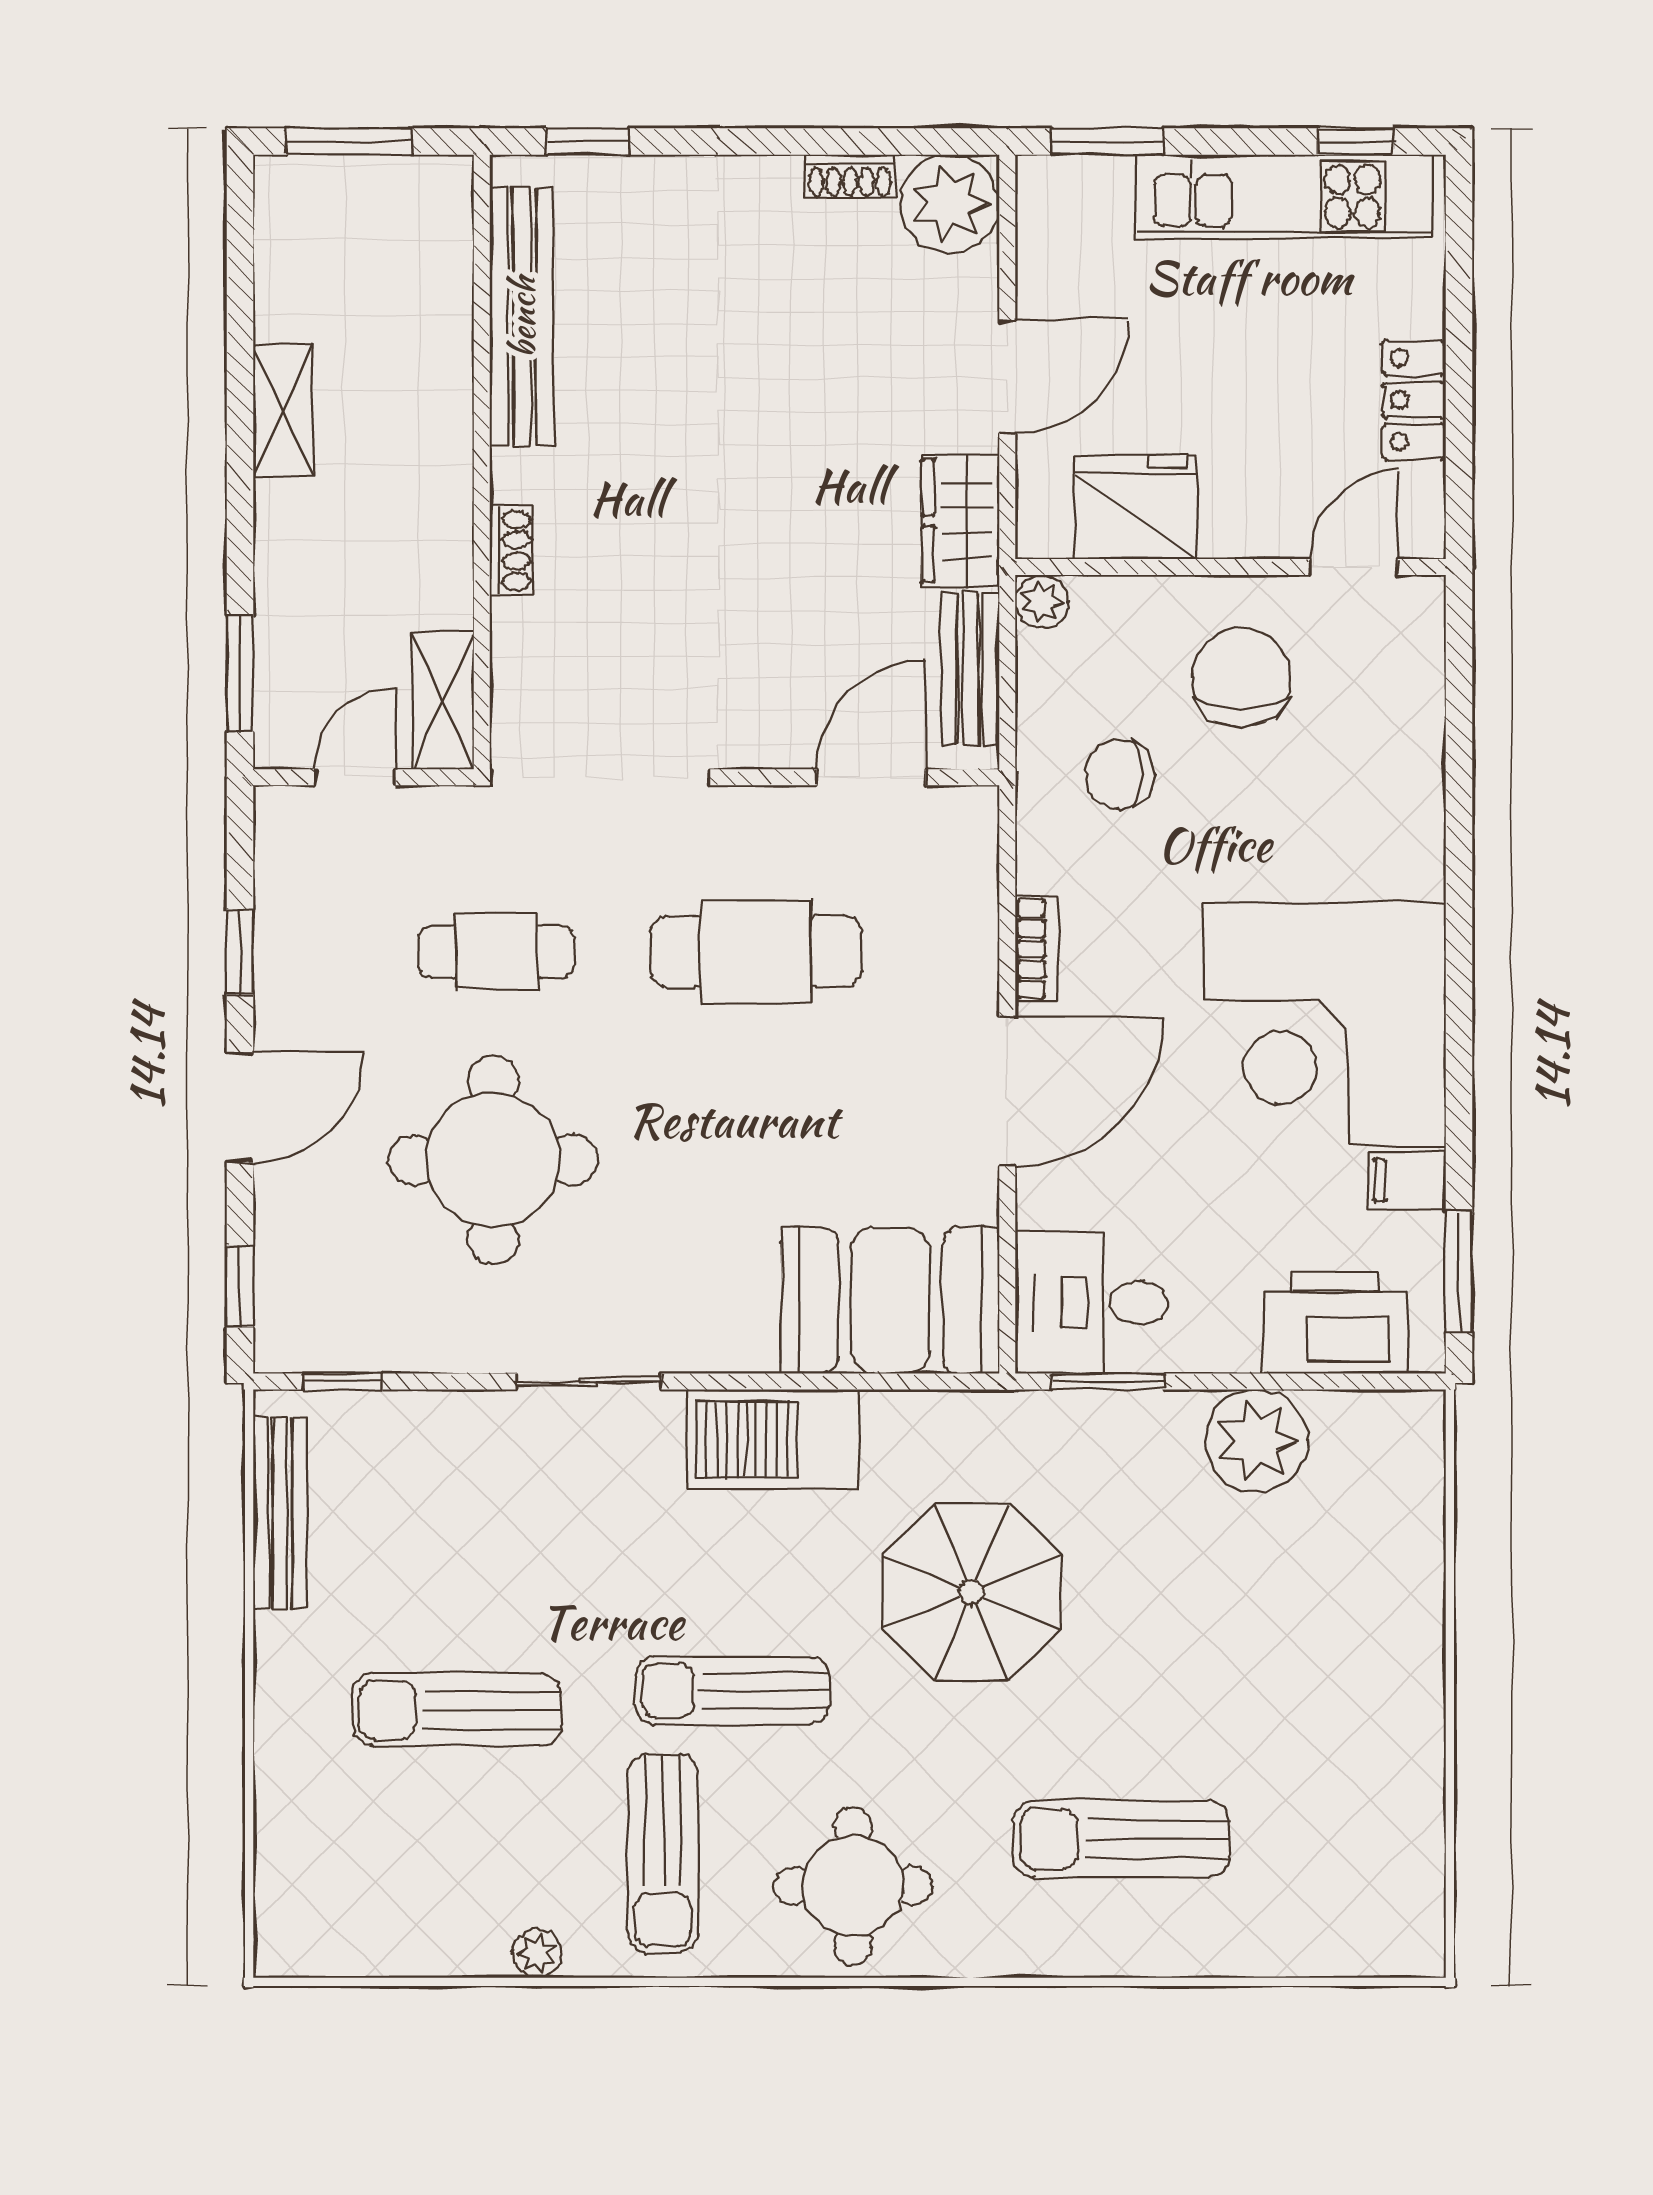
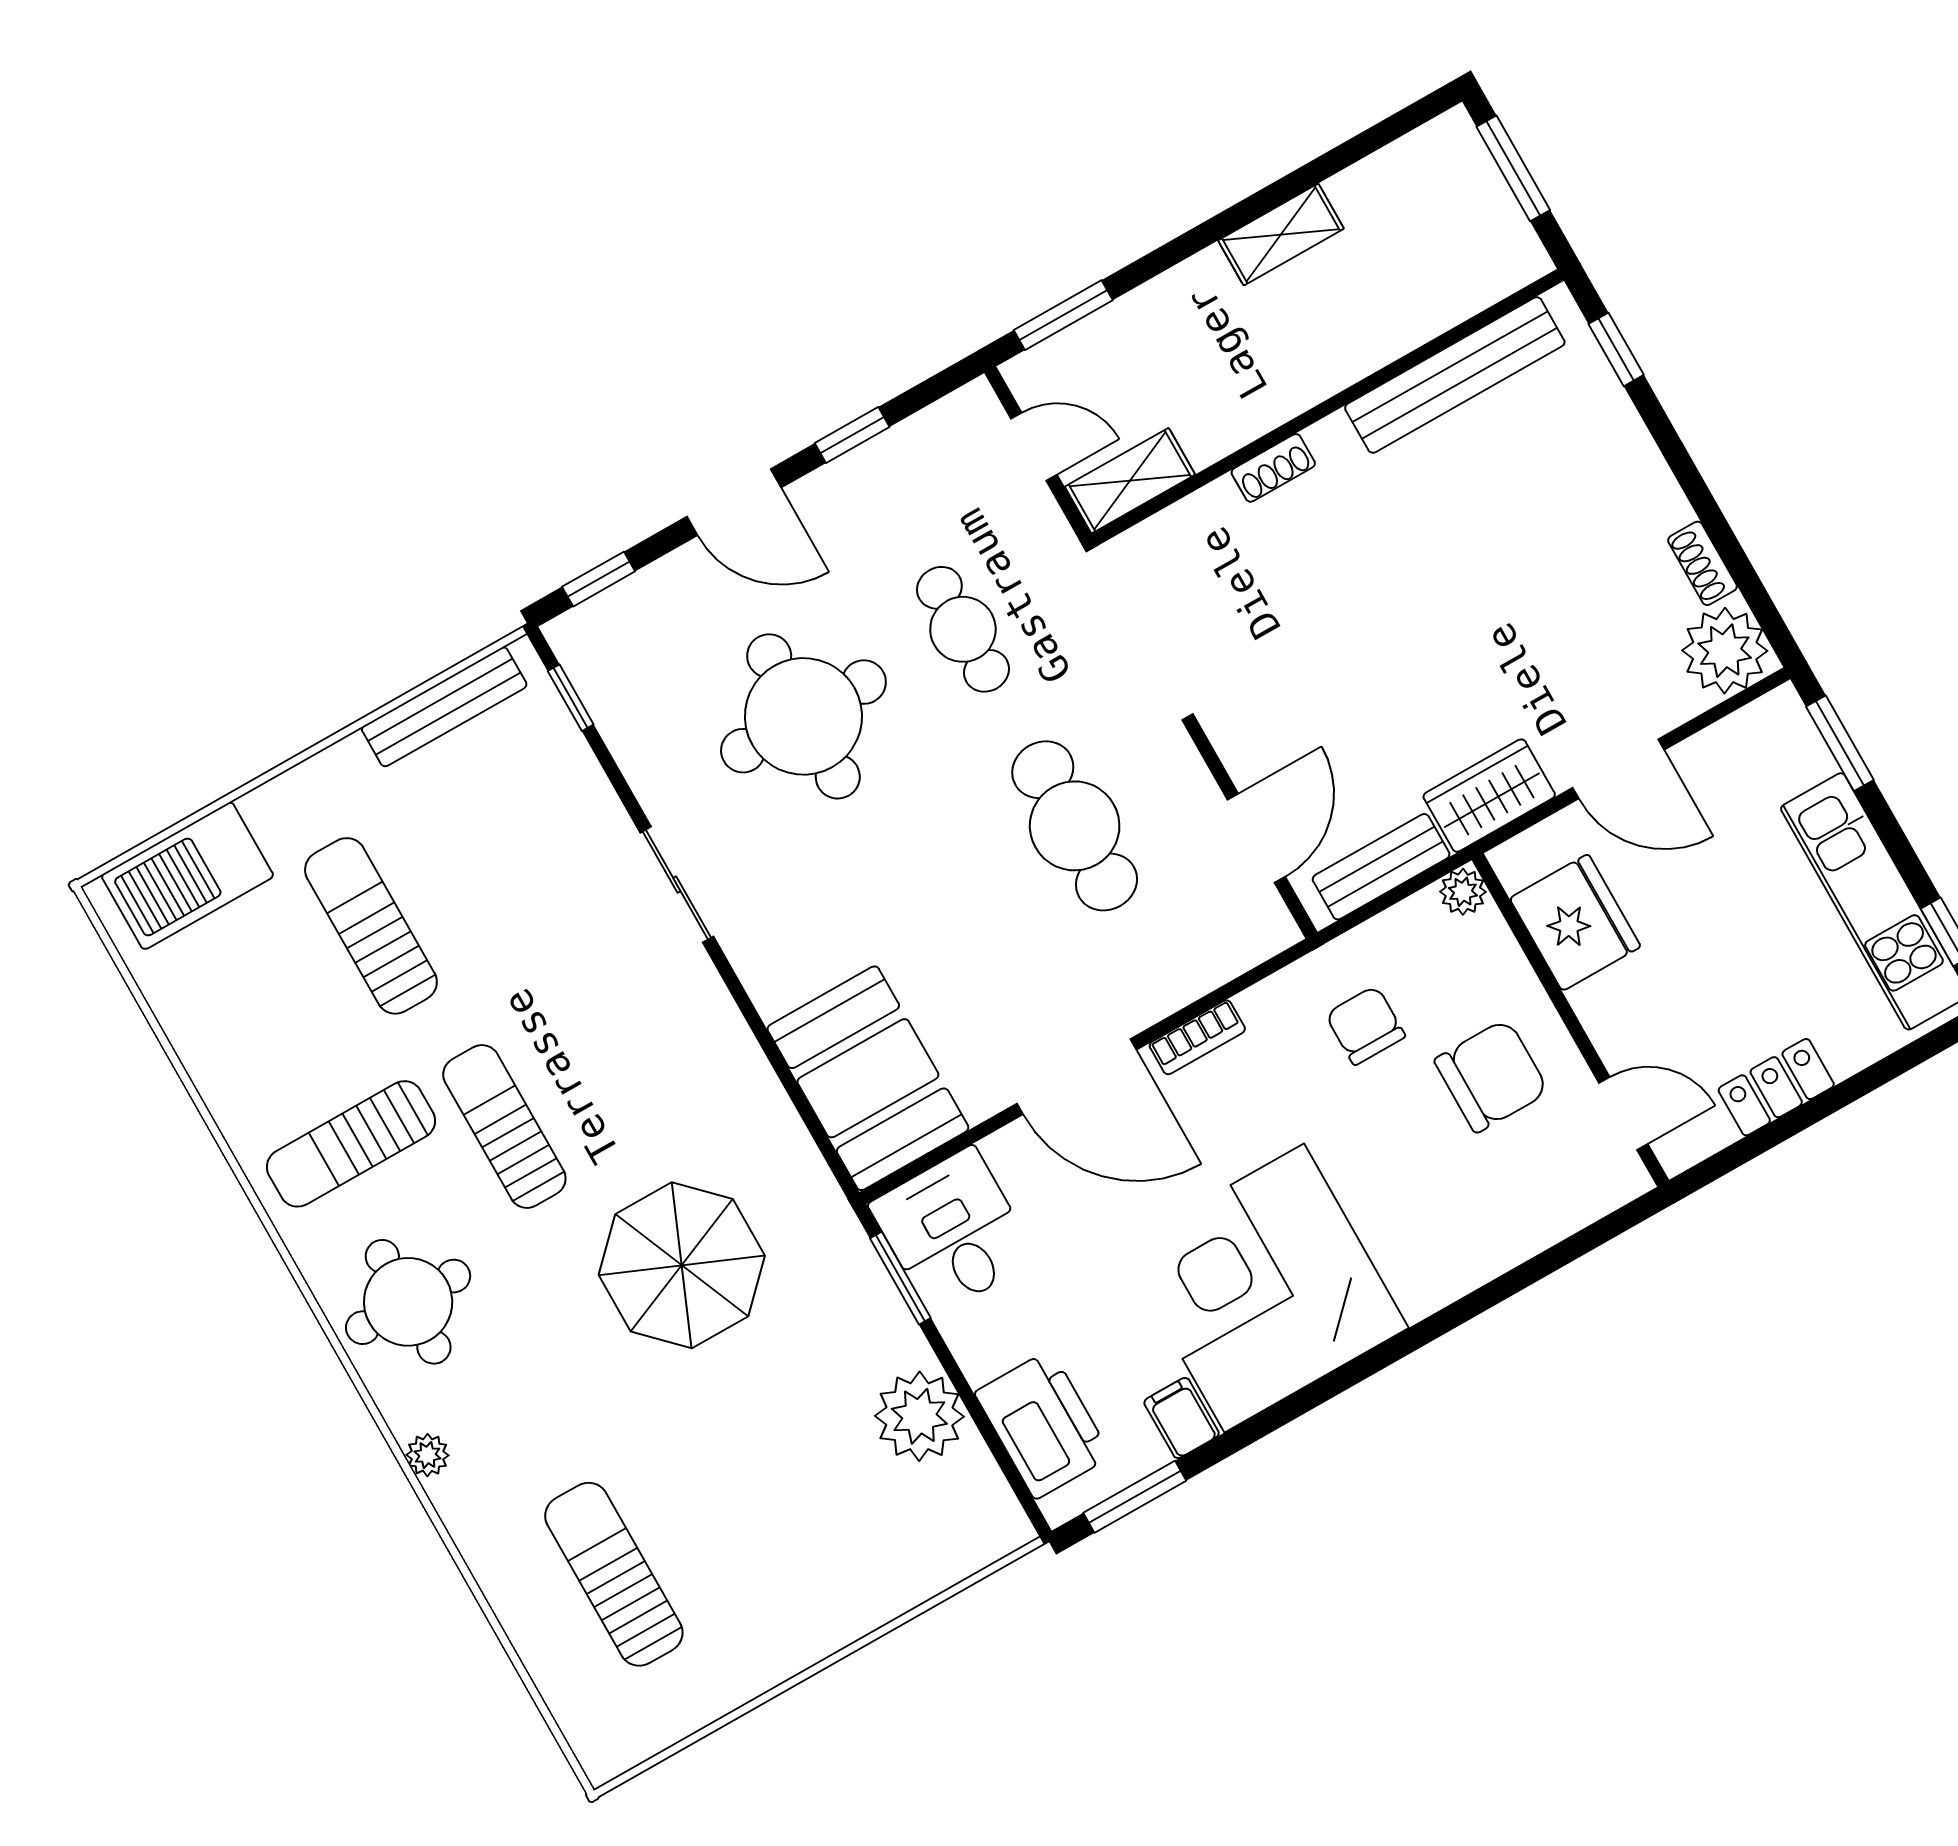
door: (871, 777) -> (1256, 838), hinge flipped
barbecue: (773, 1439) -> (188, 876), moved, turned -90
sun lounger: (1121, 1839) -> (614, 1574), moved
plant: (537, 1953) -> (427, 1455), moved

